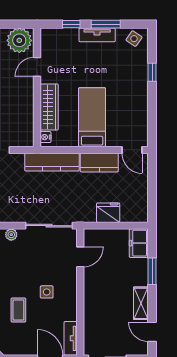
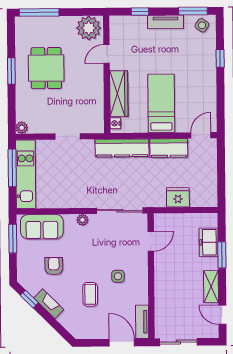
window: (106, 24) -> (193, 11), moved
door: (132, 150) -> (201, 135), swing flipped
freezer: (139, 243) -> (209, 242), moved

